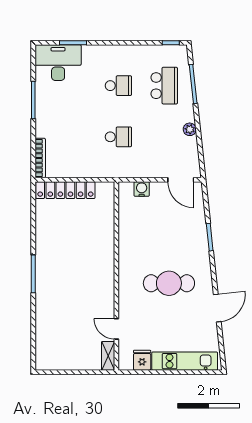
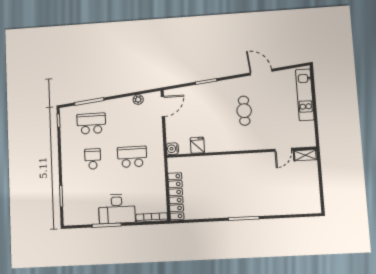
desk: (58, 63) -> (117, 209), moved, turned -90
plant: (190, 129) -> (138, 100), moved
school desk: (118, 137) -> (132, 157), width x1.85
water cooler: (142, 189) -> (172, 149), moved
cafe table: (169, 283) -> (244, 111), width x0.73, depth x0.74
fridge: (142, 360) -> (197, 145), moved, turned 90

